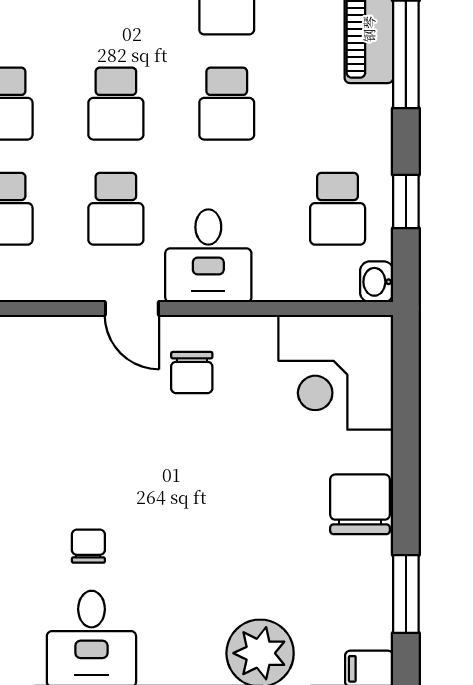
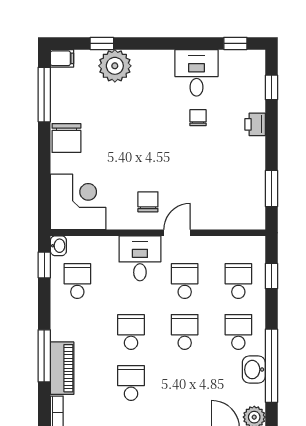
window: (406, 202) -> (44, 265), moved
door: (132, 309) -> (177, 233), hinge flipped
chair: (88, 546) -> (198, 118), turned 180
window: (406, 594) -> (44, 95), width x1.44

